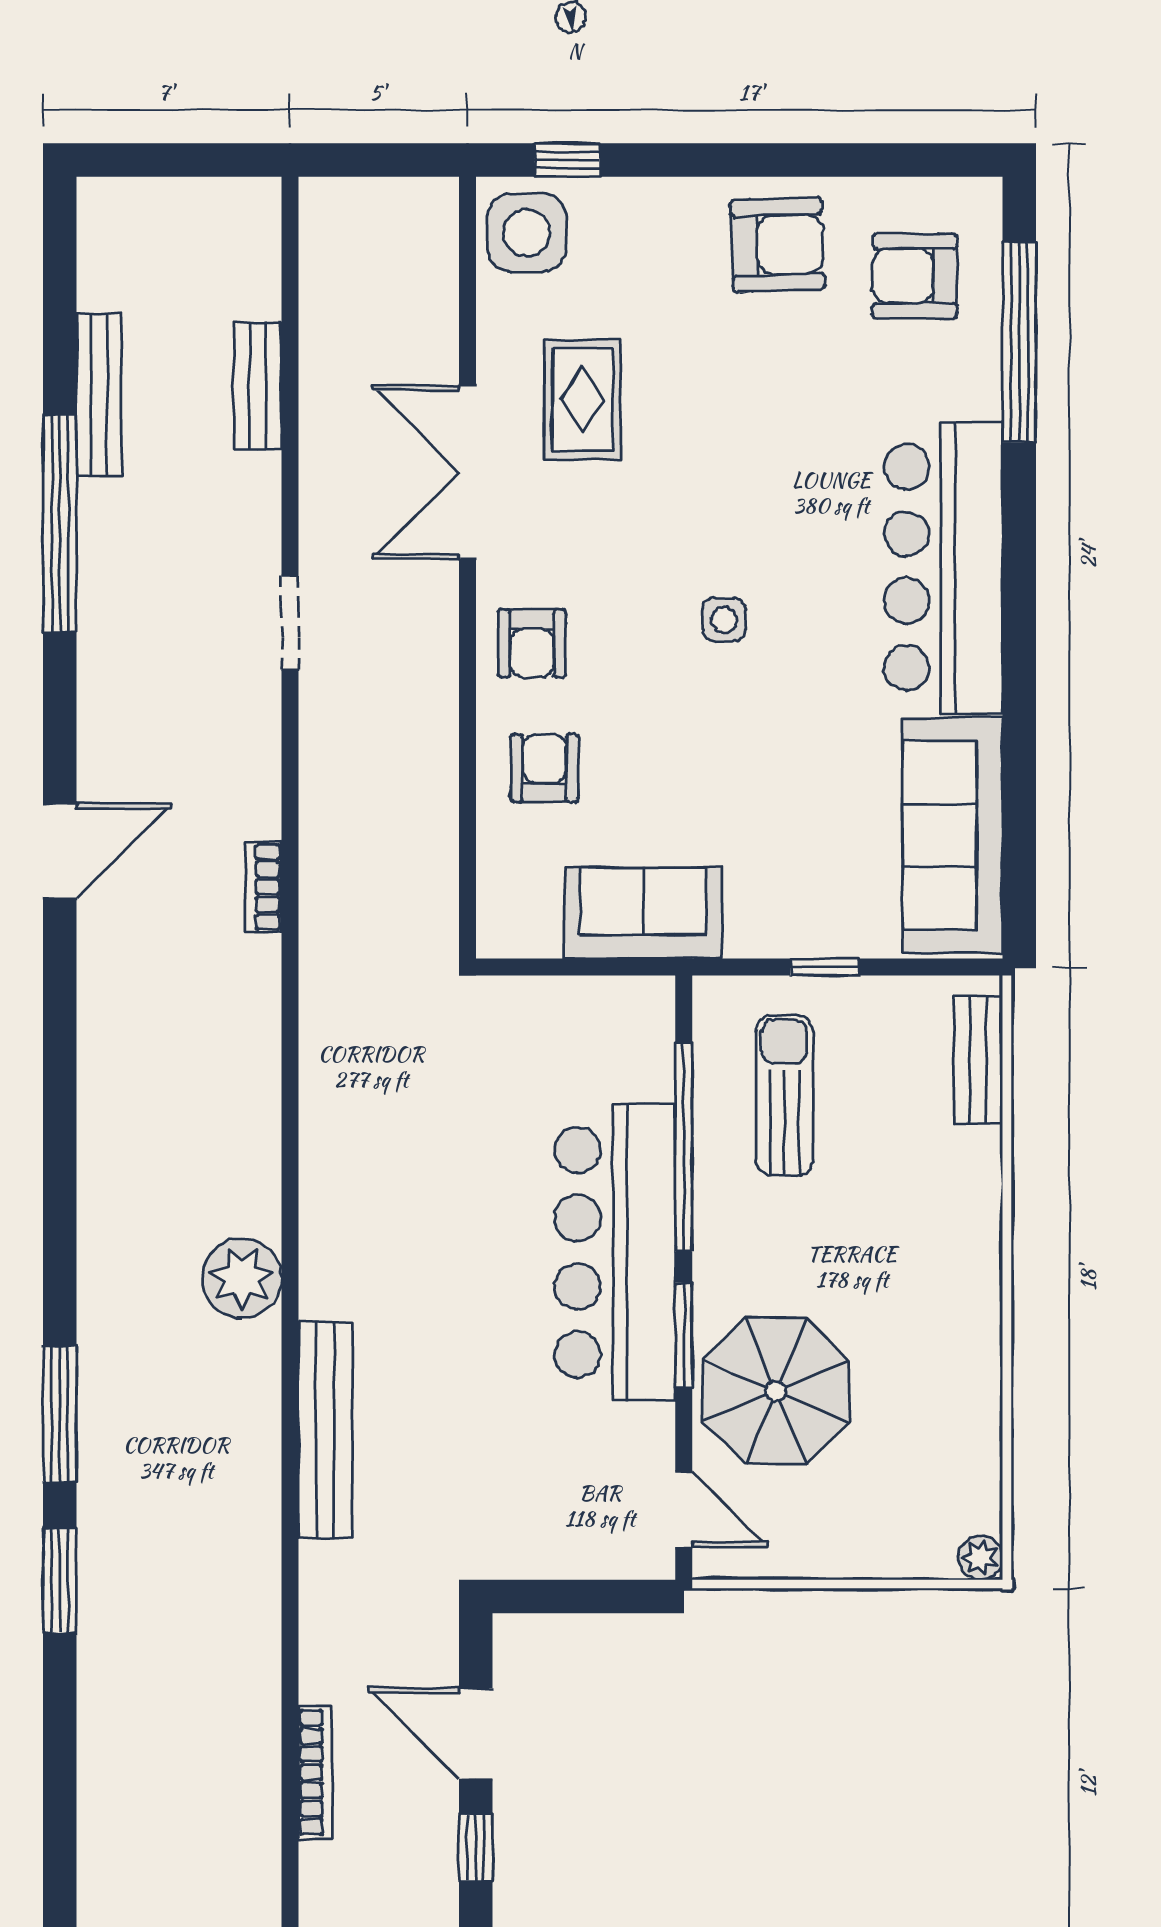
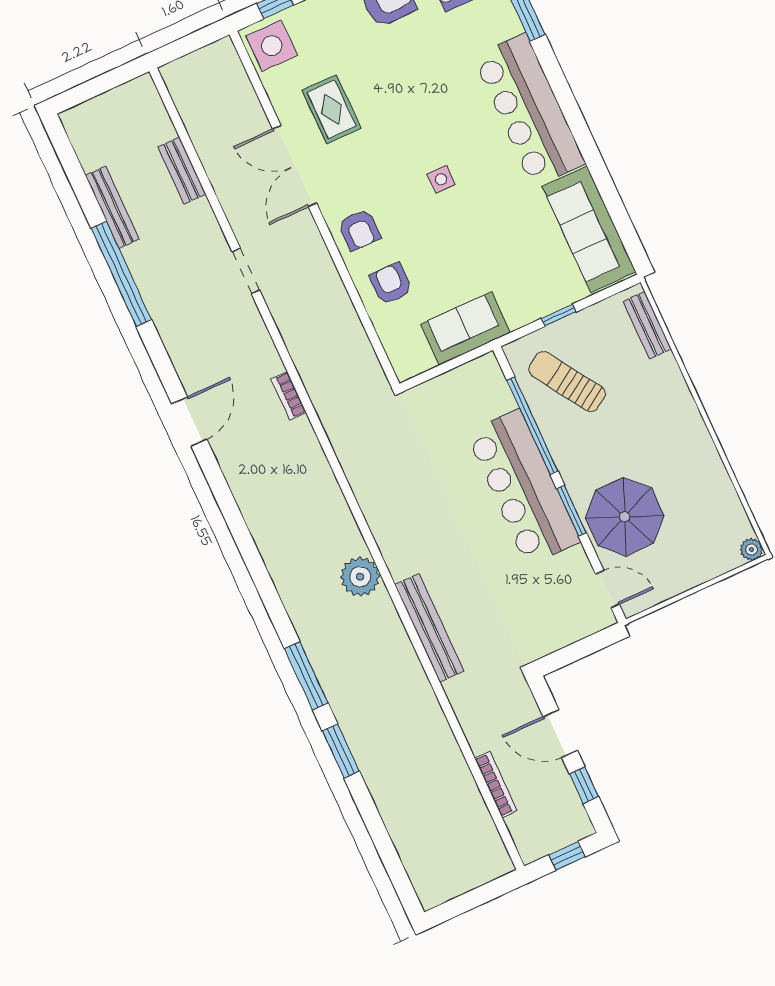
sun lounger: (784, 1095) -> (567, 381), turned -33

